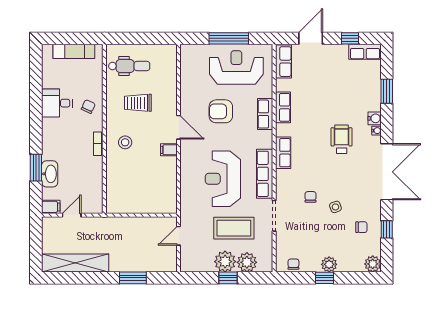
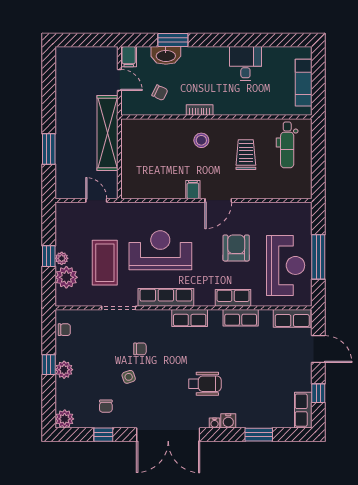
chair: (88, 107) -> (160, 93), moved
plant: (225, 262) -> (62, 258), width x0.53, depth x0.53
shelving: (75, 263) -> (107, 133), moved

